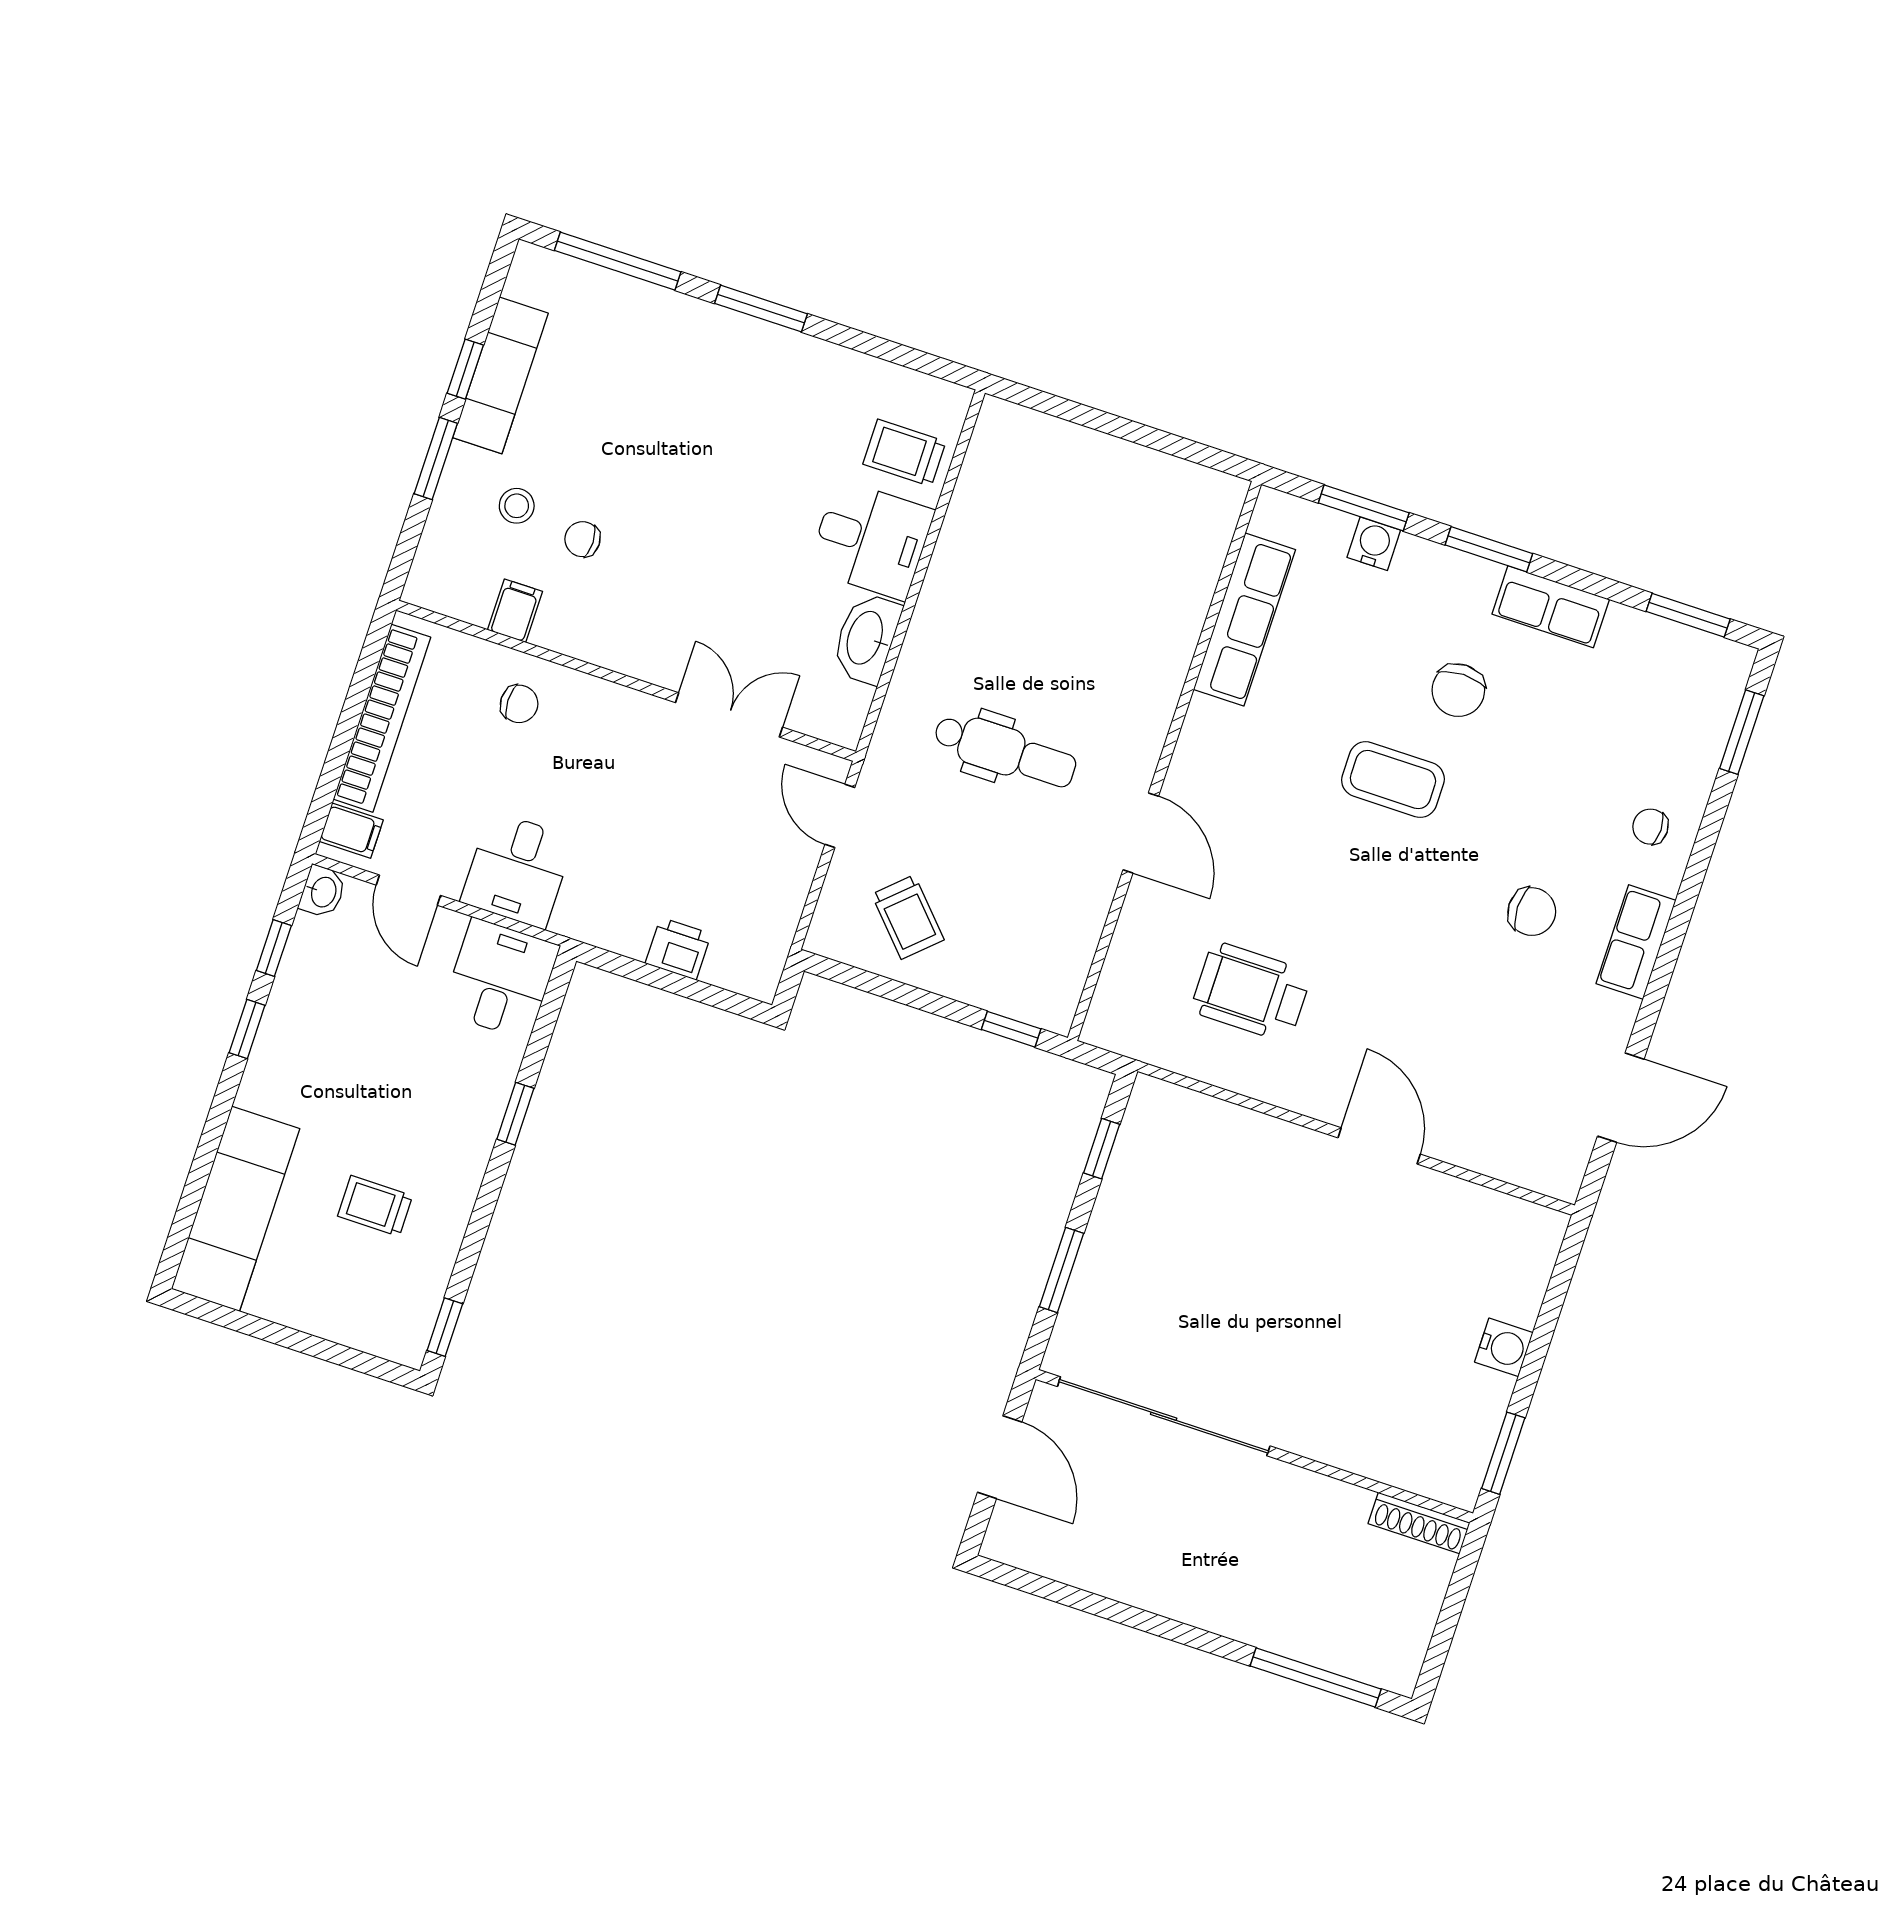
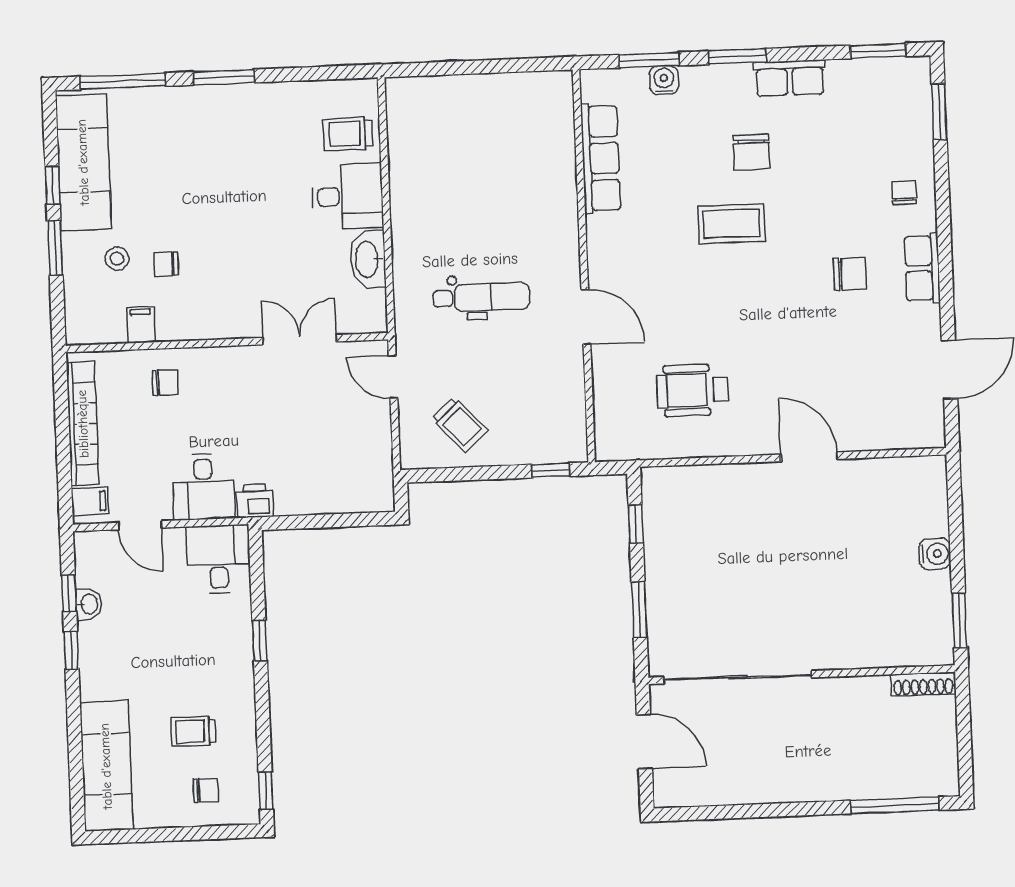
exam couch: (501, 375) -> (83, 162), width x1.36, depth x1.45
chair: (1650, 827) -> (904, 192), turned 90
washbasin: (323, 892) -> (89, 604), moved
printer: (678, 949) -> (255, 501), moved
chair: (361, 1295) -> (206, 790), added

